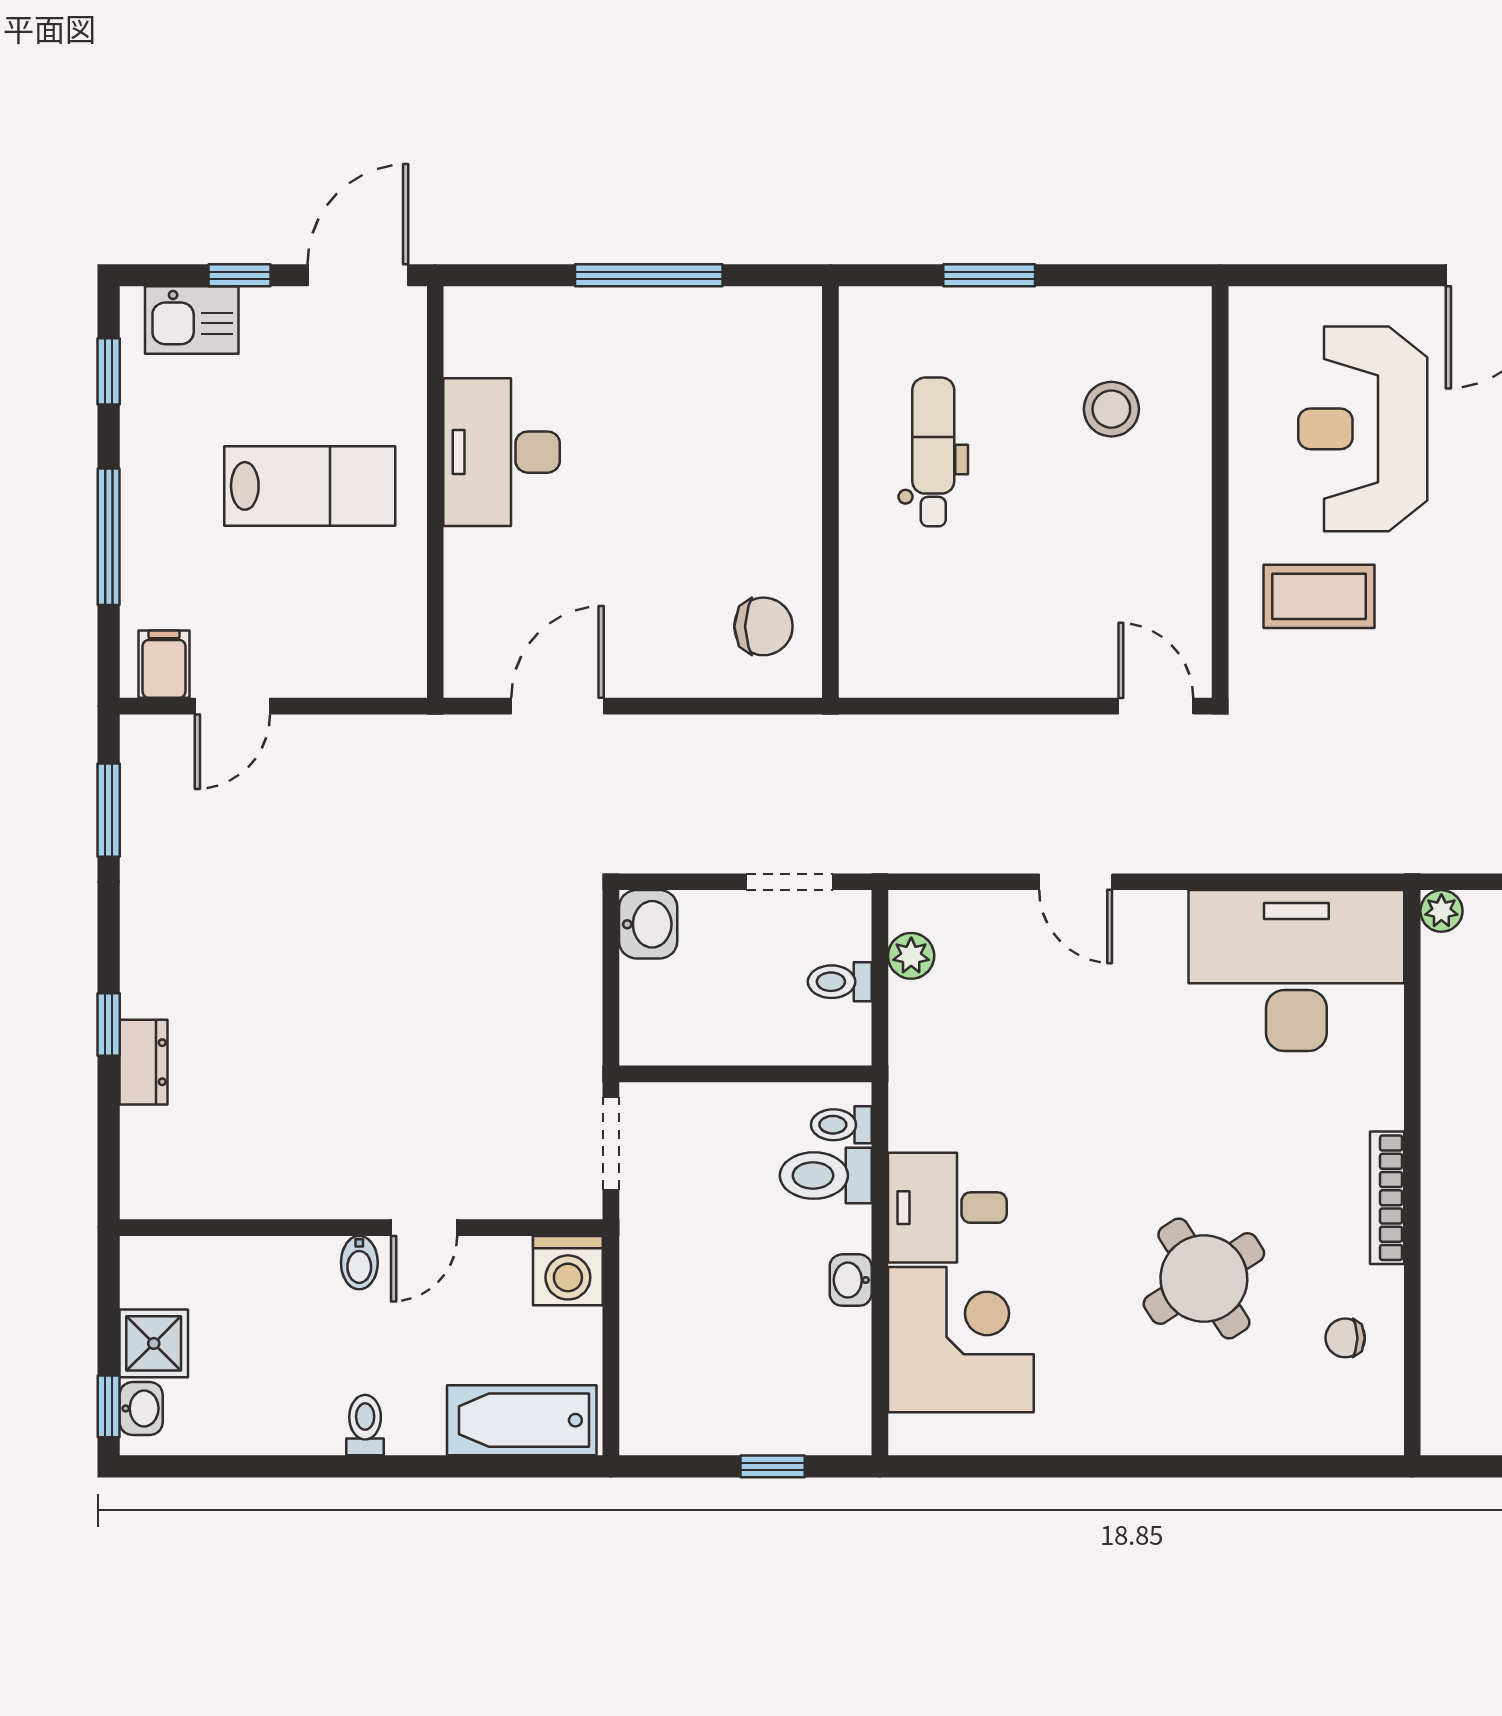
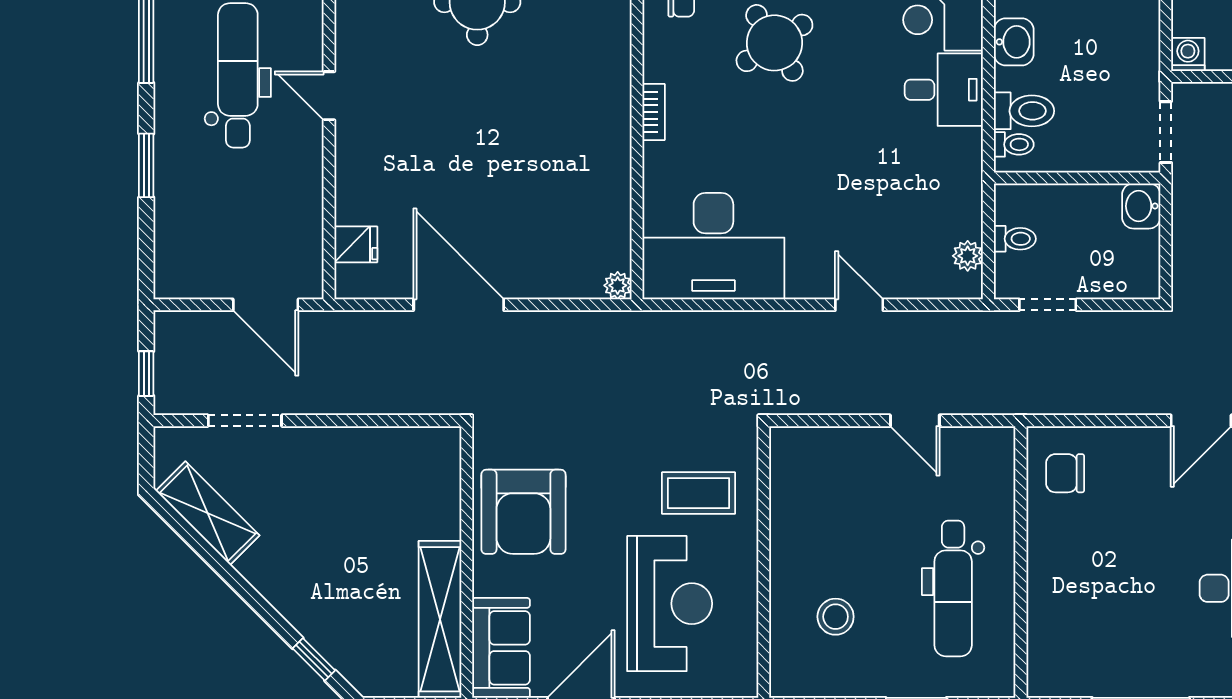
dental chair: (933, 452) -> (953, 588), width x1.36, depth x1.38
door: (1156, 706) -> (915, 421), moved
washbasin: (648, 924) -> (1141, 206), moved
bookcase: (1387, 1198) -> (654, 112), width x0.64
washing machine: (568, 1271) -> (1188, 54), width x0.73, depth x0.73
washbasin: (851, 1280) -> (1014, 42), width x1.38, depth x1.45

